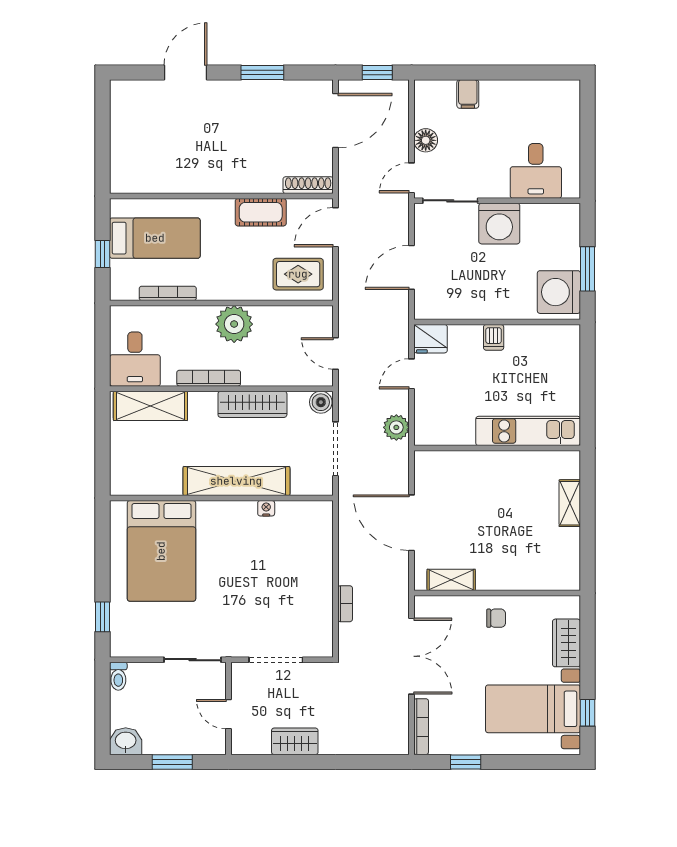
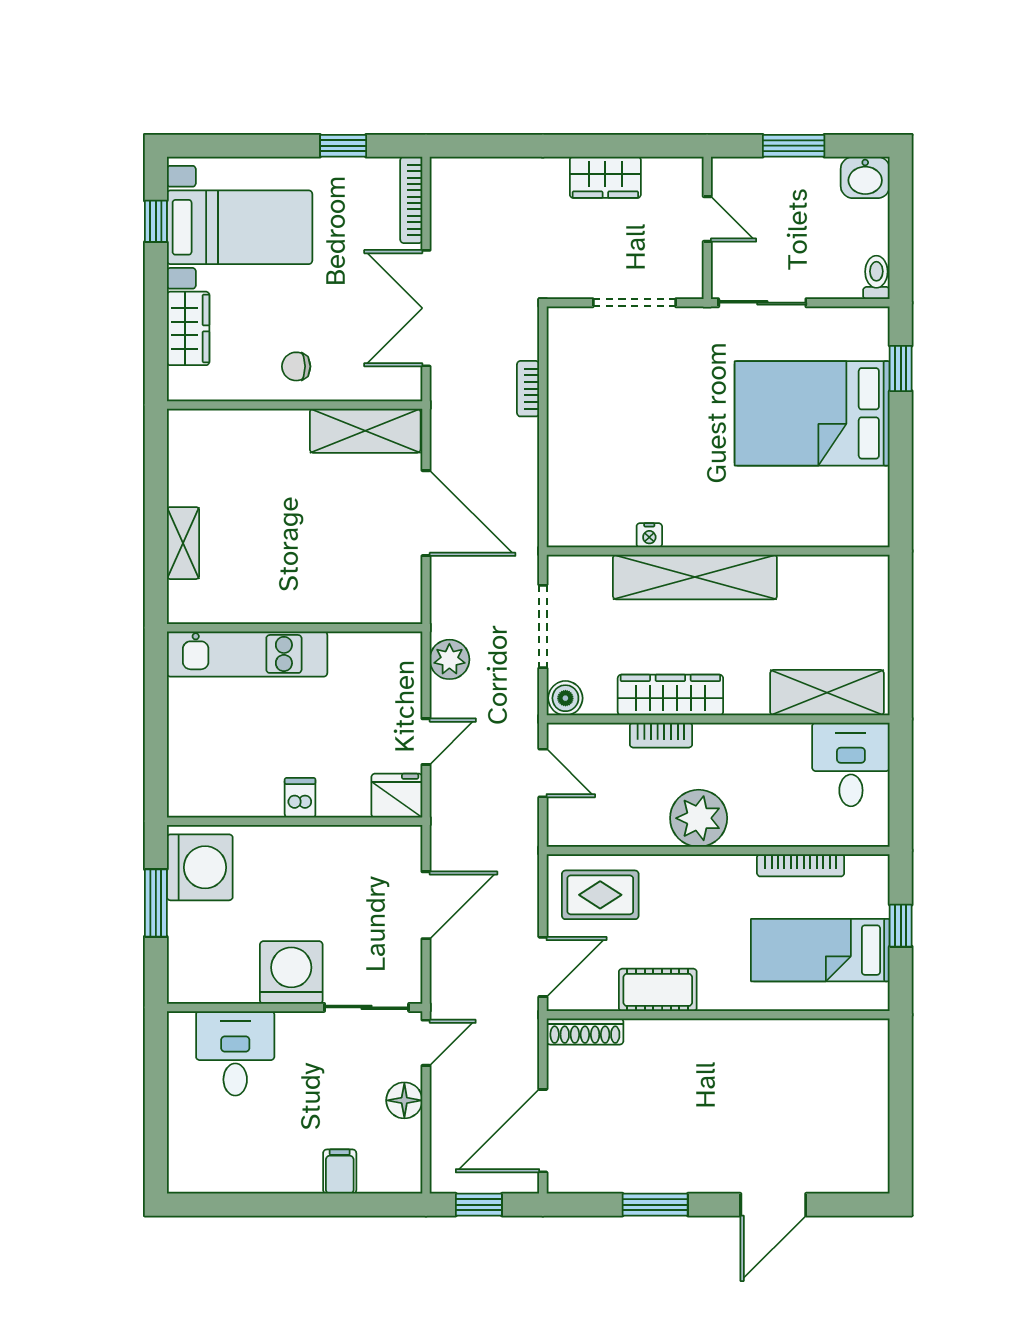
bookcase: (209, 378) -> (661, 735), moved, width x0.64
bed: (161, 551) -> (812, 413), moved, turned -90
shelving: (451, 580) -> (365, 431), width x1.50, depth x1.33

